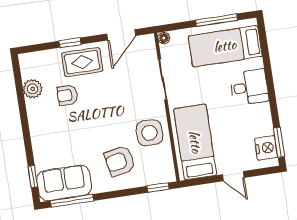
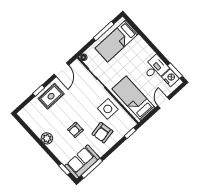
desk: (249, 87) -> (155, 68), moved
plant: (33, 89) -> (47, 138), moved
armchair: (67, 95) -> (75, 130), moved
door: (233, 176) -> (164, 103), swing flipped

